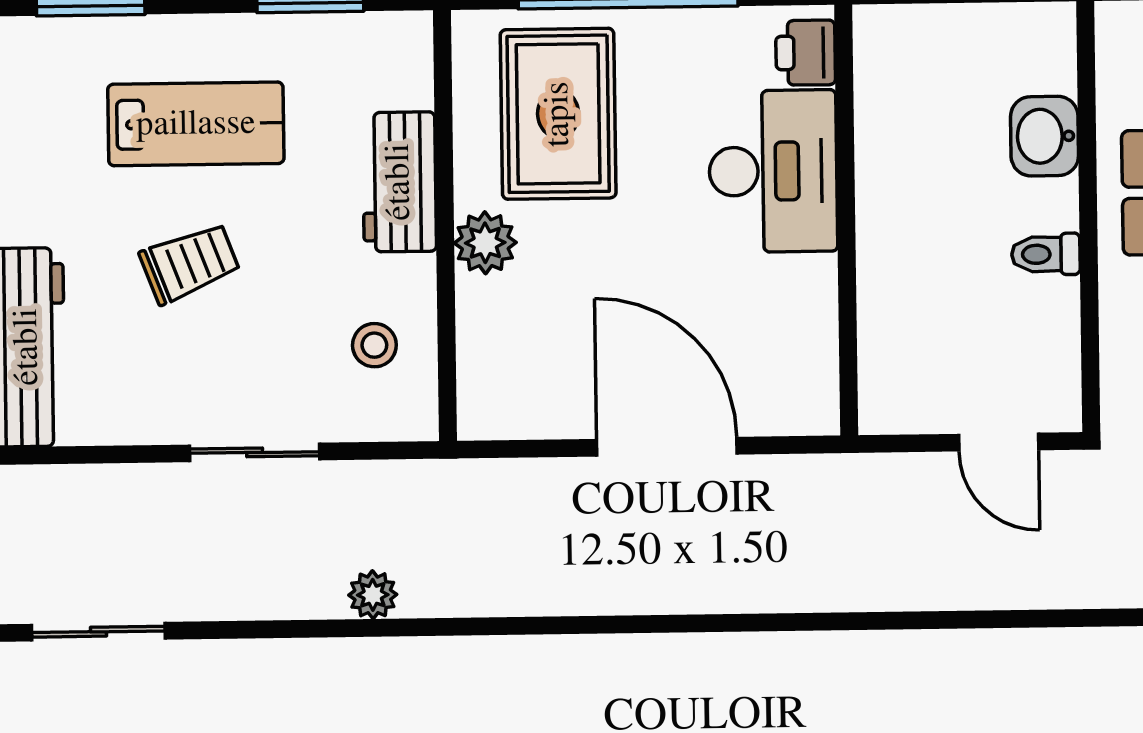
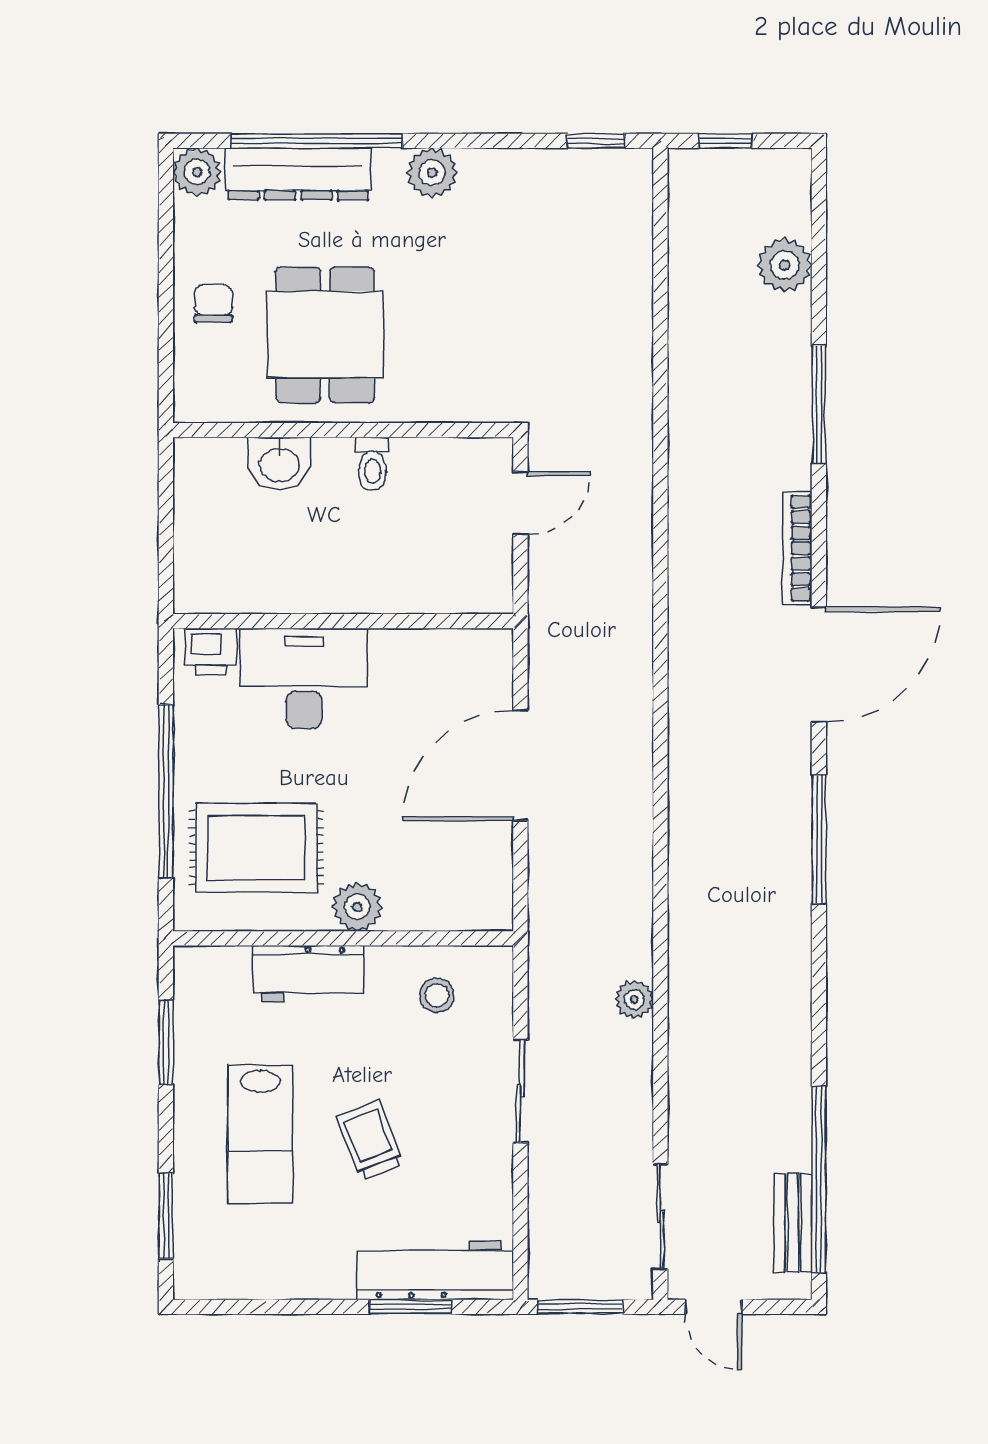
lab bench: (196, 124) -> (260, 1134), turned 180

